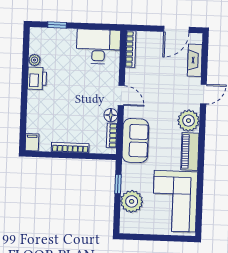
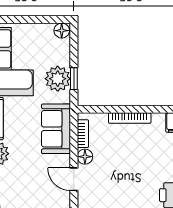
plant: (132, 201) -> (58, 79), moved
floor lamp: (127, 227) -> (62, 31), added

